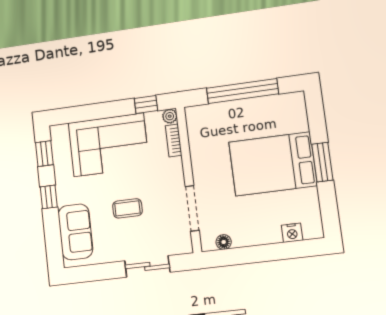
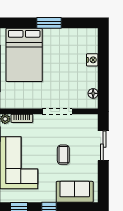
bed: (273, 164) -> (24, 55), moved
doorway: (192, 208) -> (57, 111), moved
nightstand: (292, 233) -> (92, 60), moved

